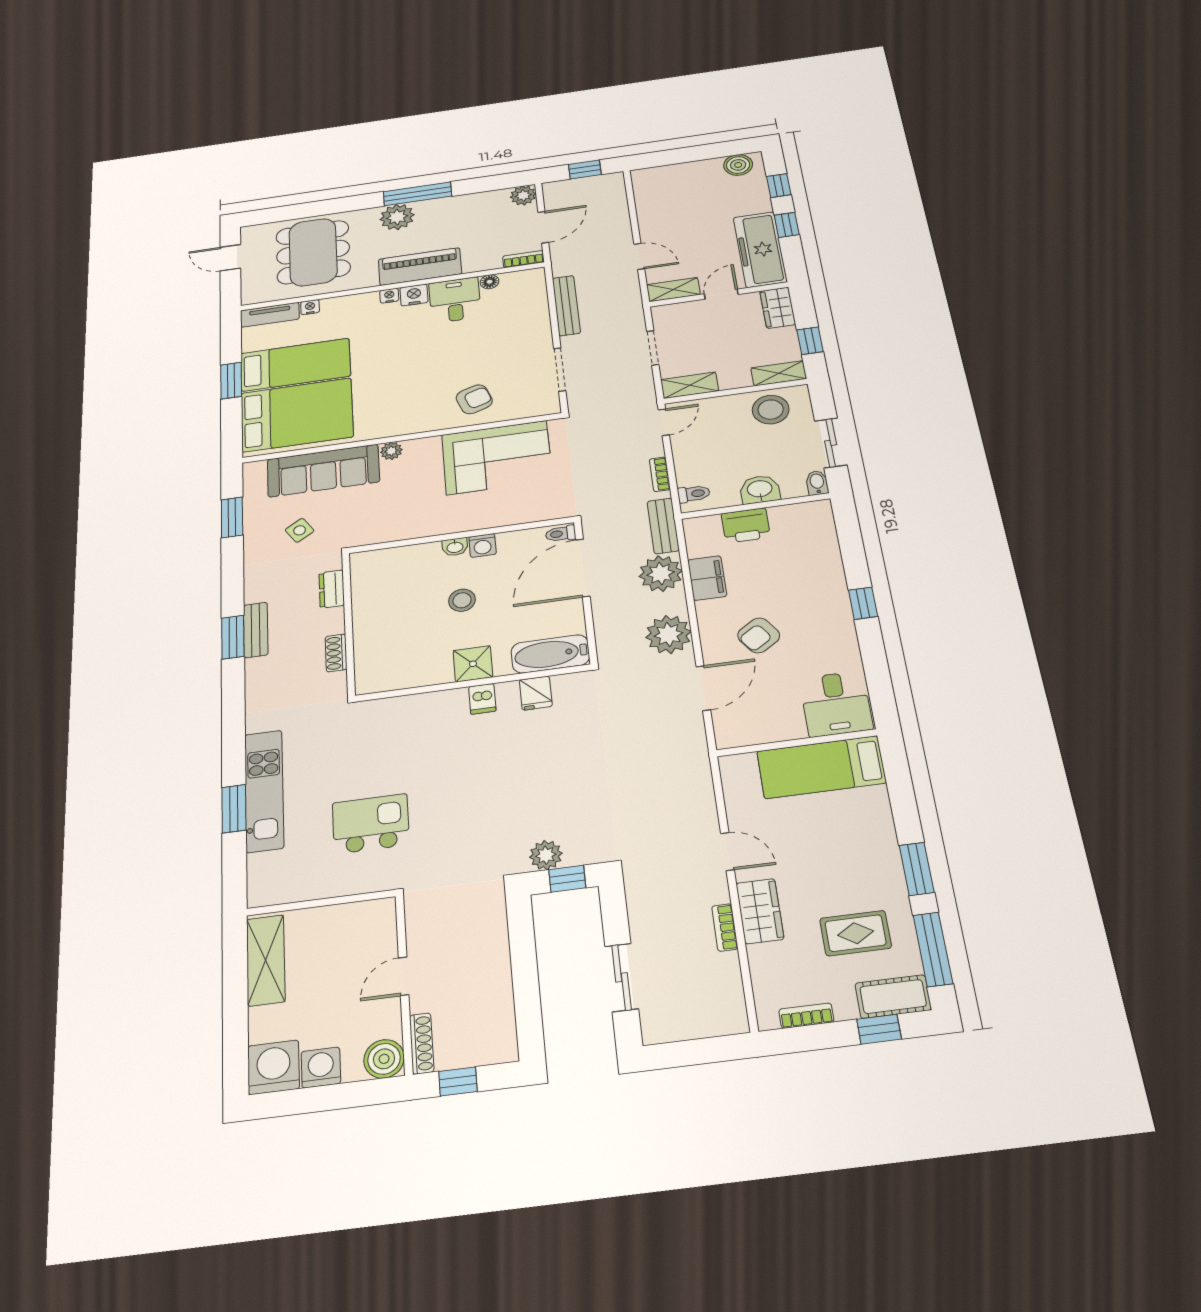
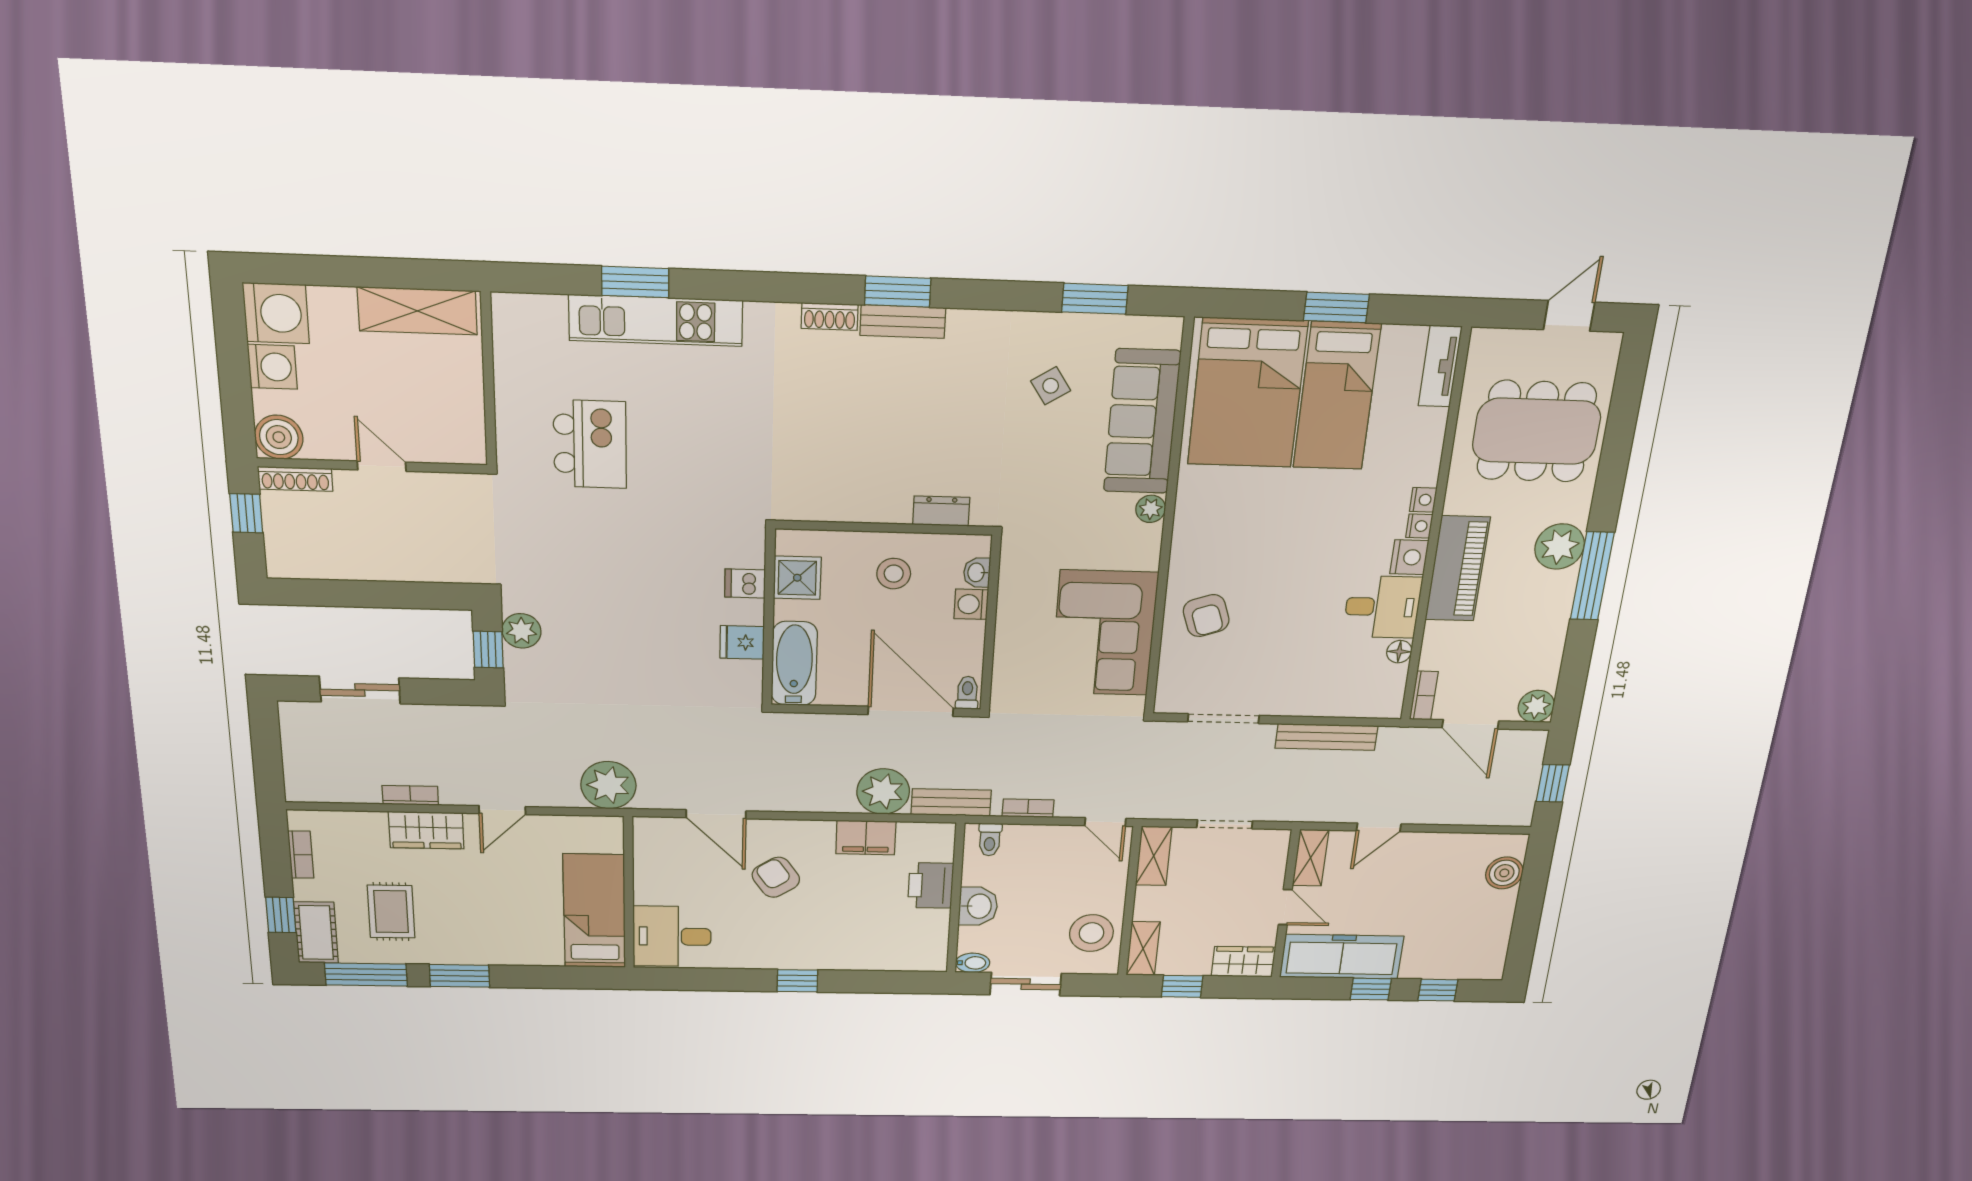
boiler: (738, 165) -> (1504, 873), moved
nightstand: (310, 307) -> (1423, 500), moved
dresser: (332, 589) -> (941, 511), moved
wall: (348, 623) -> (884, 528), moved
plant: (668, 635) -> (608, 785), moved
shoe rack: (336, 653) -> (830, 316), moved, turned 180

